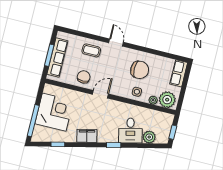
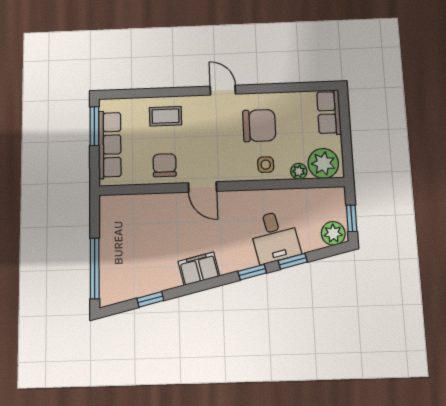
door: (116, 42) -> (223, 90), moved
window: (49, 55) -> (94, 126), moved
door: (100, 94) -> (202, 187), swing flipped
corner desk: (54, 112) -> (128, 242), removed
plant: (149, 137) -> (333, 233), moved
window: (136, 145) -> (293, 261), added

